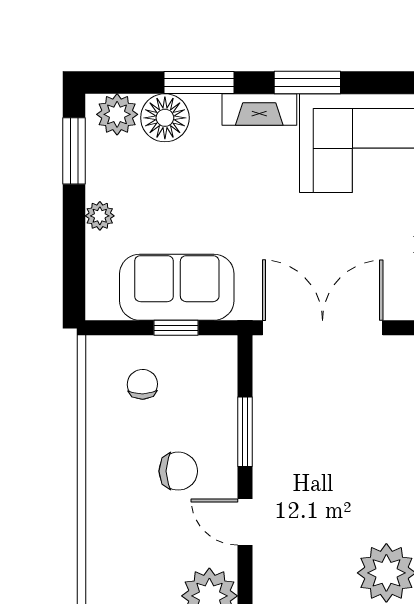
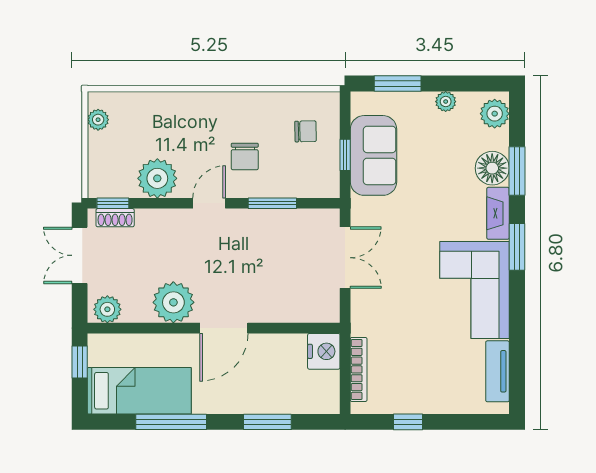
floor lamp: (165, 118) -> (492, 168), moved
window: (74, 151) -> (398, 83), moved
plant: (100, 216) -> (446, 102), moved
double door: (323, 328) -> (345, 258), width x0.73

